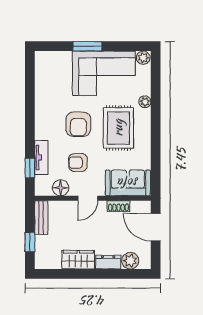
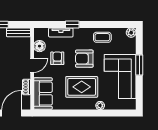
plant: (143, 58) -> (131, 33), moved
coffee table: (48, 99) -> (102, 37), added
window: (30, 168) -> (72, 24), moved
door: (88, 198) -> (32, 65), swing flipped

